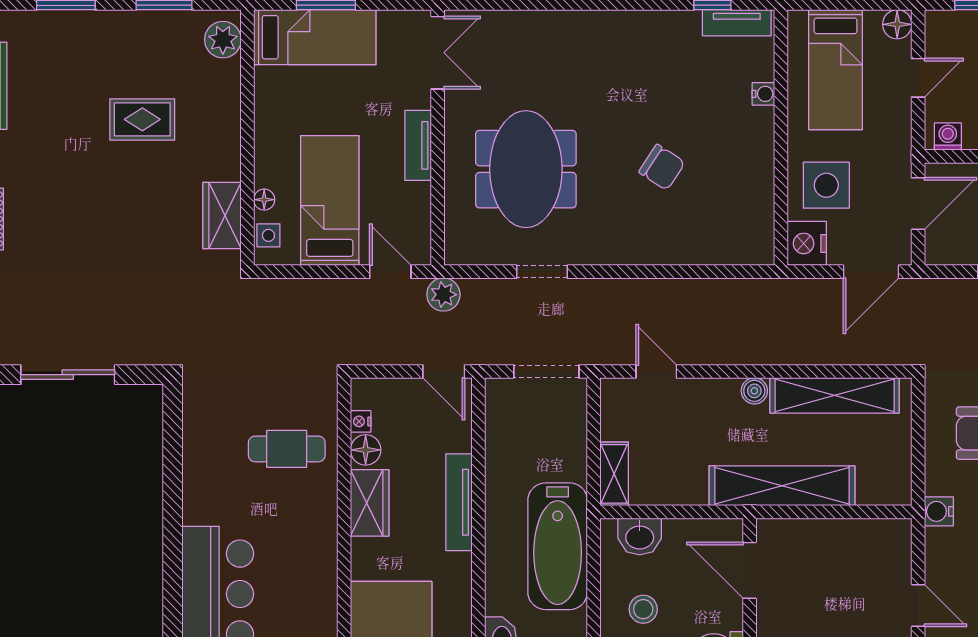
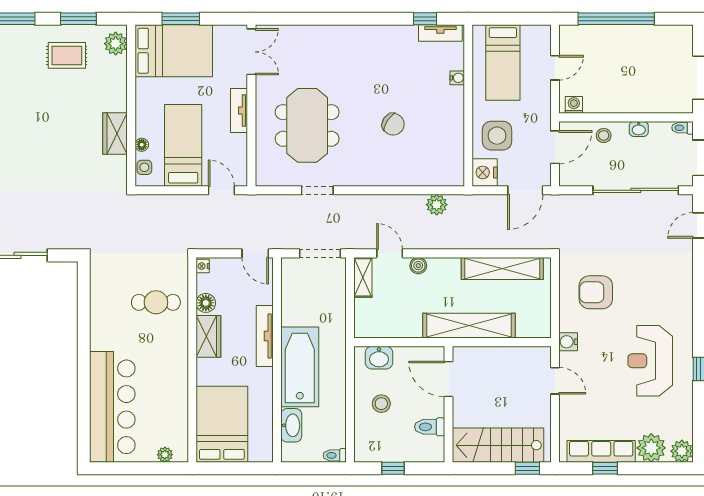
floor lamp: (897, 24) -> (542, 34), removed
bed: (315, 37) -> (174, 51), width x1.50
rug: (142, 119) -> (67, 55), moved
wardrobe: (222, 215) -> (115, 134), moved
plant: (443, 295) -> (437, 205), moved
boiler: (754, 391) -> (418, 266), moved
nightstand: (361, 421) -> (203, 266), moved
shelving: (614, 474) -> (363, 277), moved
bathtub: (558, 546) -> (300, 367), moved, turned 180
door: (918, 606) -> (555, 381), moved

